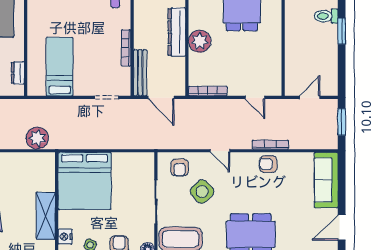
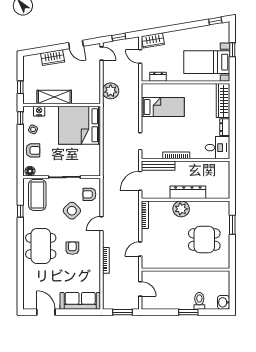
armchair: (268, 164) -> (72, 248), moved

